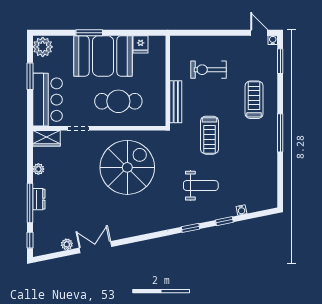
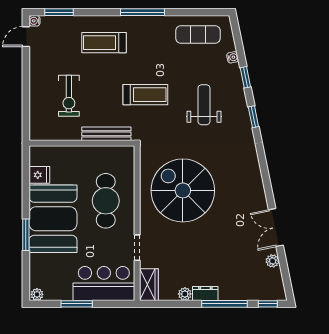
plant: (43, 47) -> (37, 294), width x0.53, depth x0.53
exercise mat: (261, 180) -> (198, 34), added
dresser: (39, 199) -> (205, 293), moved

